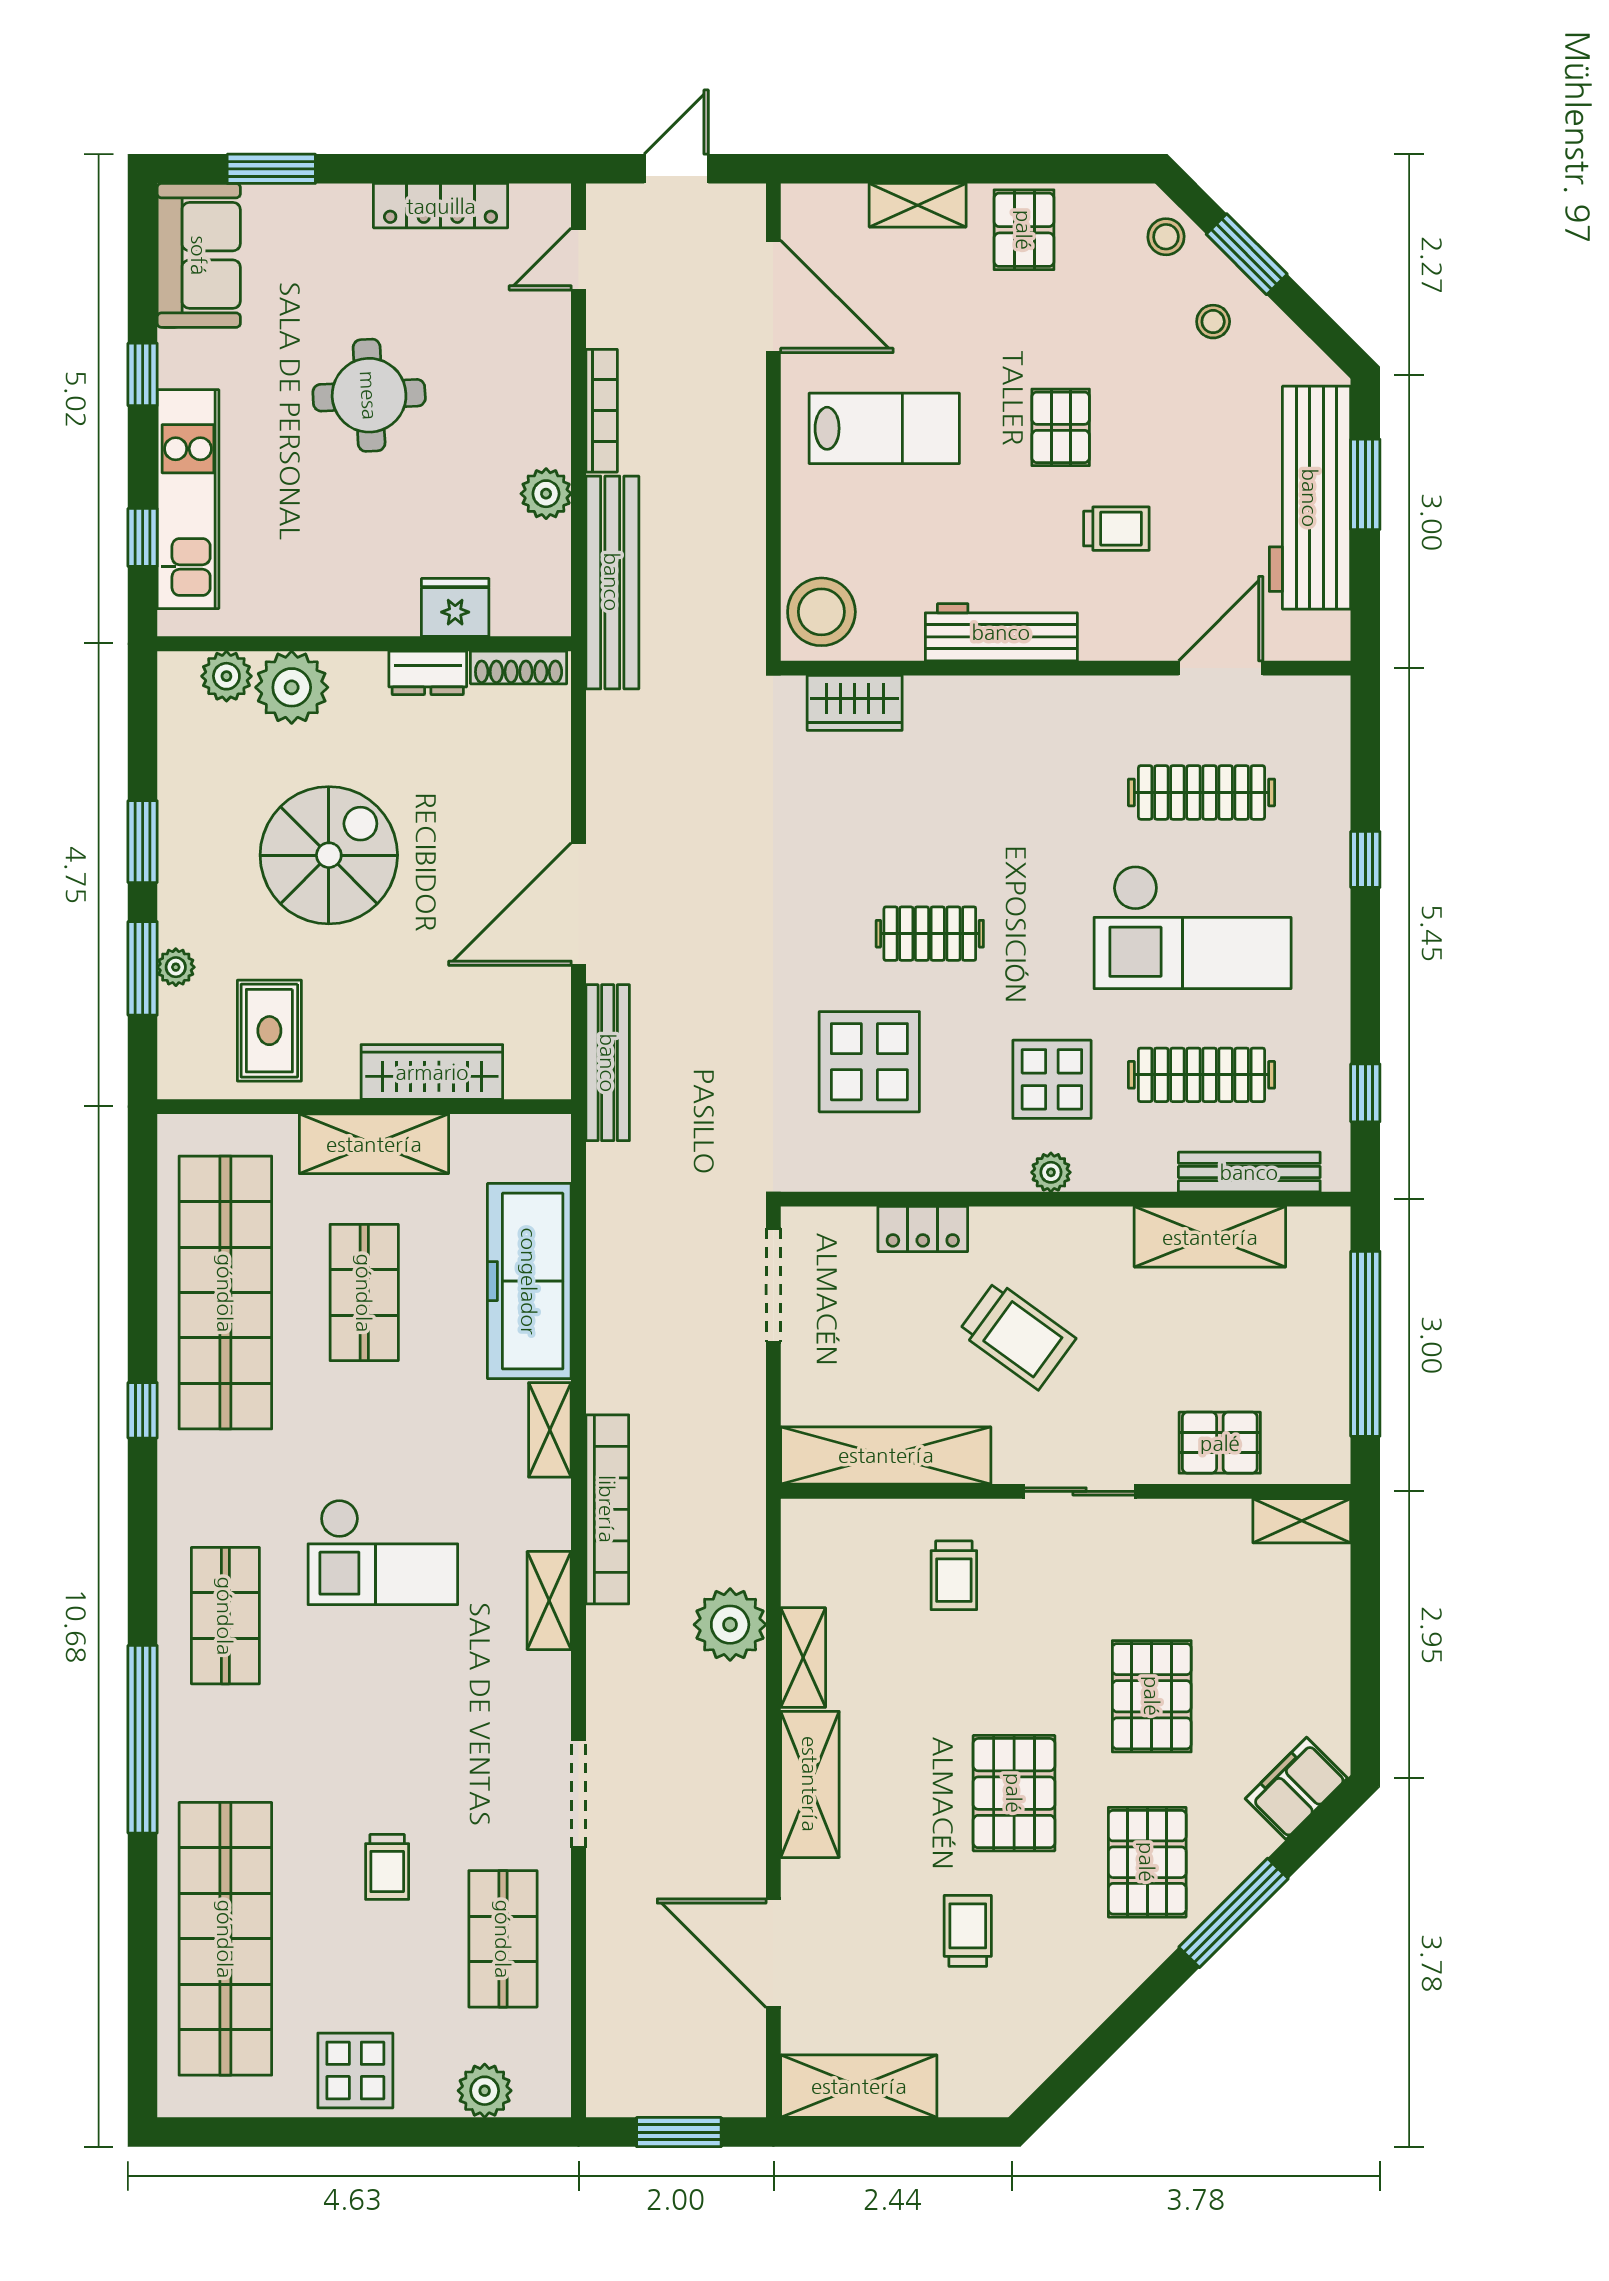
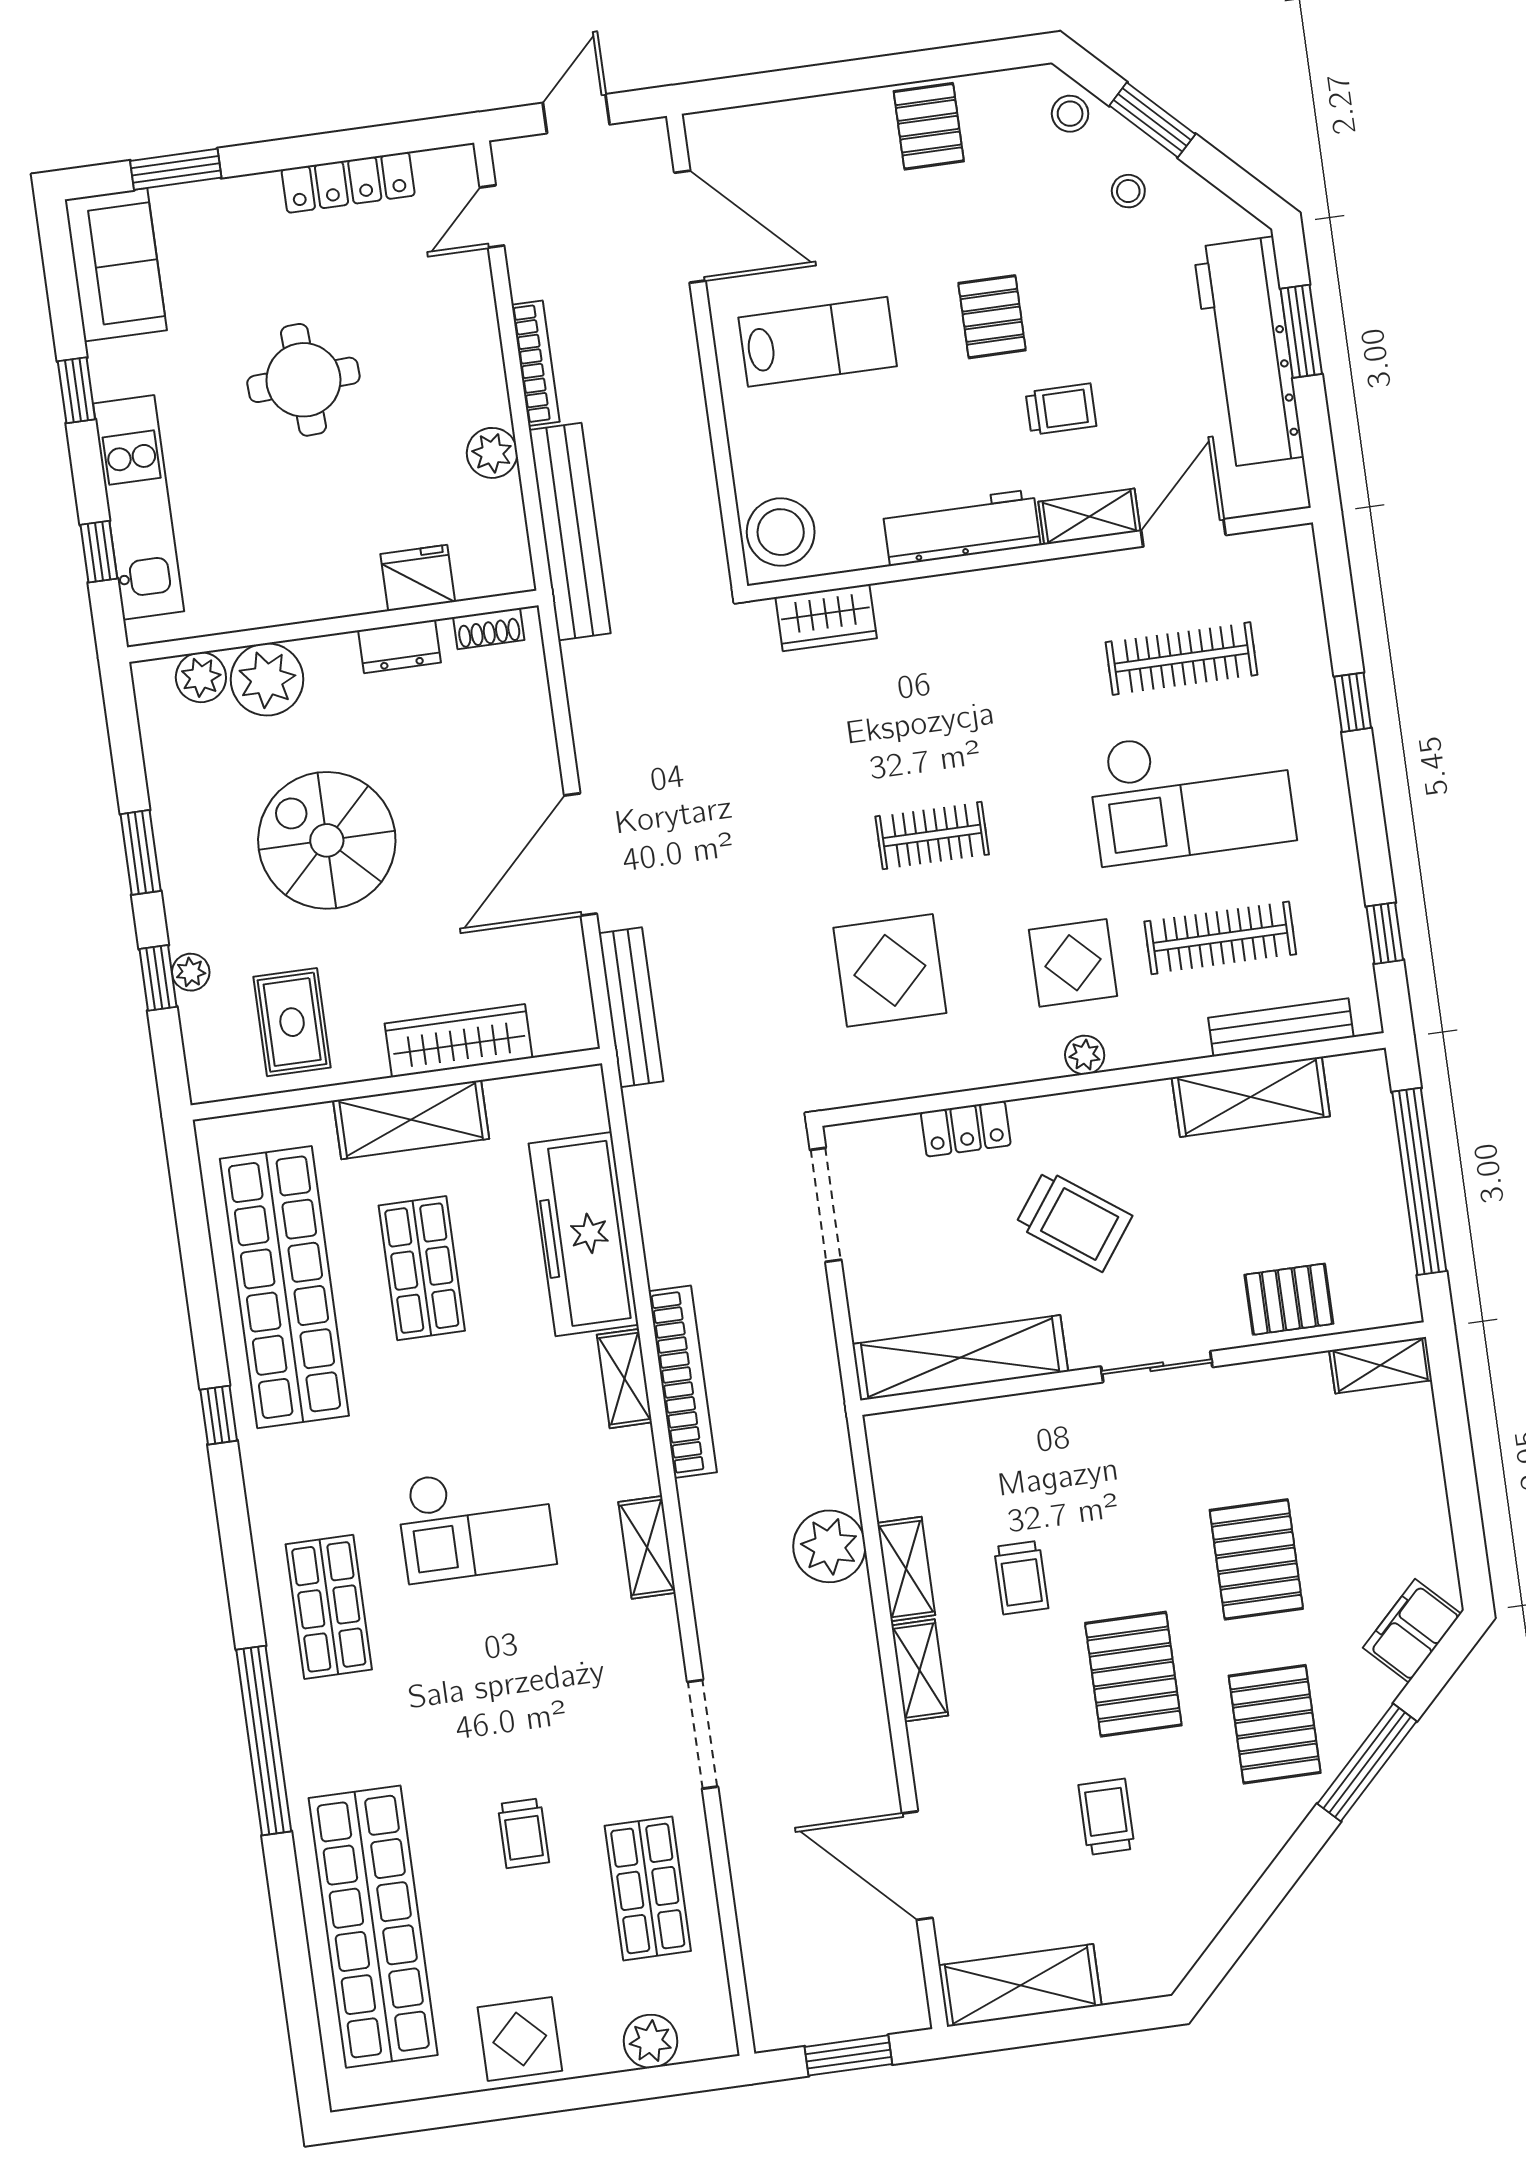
shelving: (918, 205) -> (1089, 517), moved
shoe rack: (519, 667) -> (489, 629), width x0.70
spiral stairs: (329, 855) -> (327, 840), turned -90
window: (143, 968) -> (158, 978), width x0.67
bookcase: (607, 1509) -> (683, 1382), moved
trolley: (954, 1575) -> (1021, 1578), moved
shelving: (810, 1784) -> (920, 1670), width x0.67, depth x0.75

